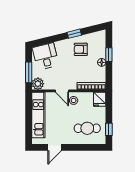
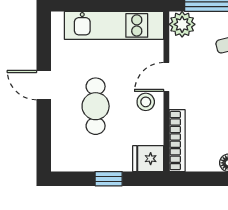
cafe table: (87, 128) -> (96, 106), moved
window: (109, 129) -> (109, 179), moved
door: (55, 147) -> (44, 85), moved

